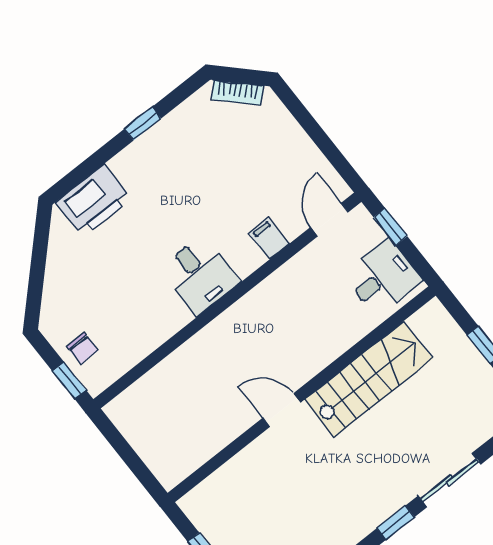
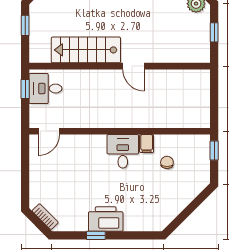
printer: (94, 201) -> (106, 219), moved
window: (390, 227) -> (25, 89), moved
filing cabinet: (269, 239) -> (147, 144), moved
chair: (83, 348) -> (167, 162), moved

